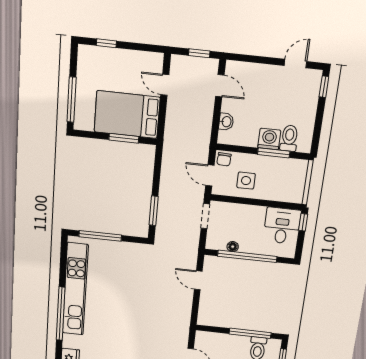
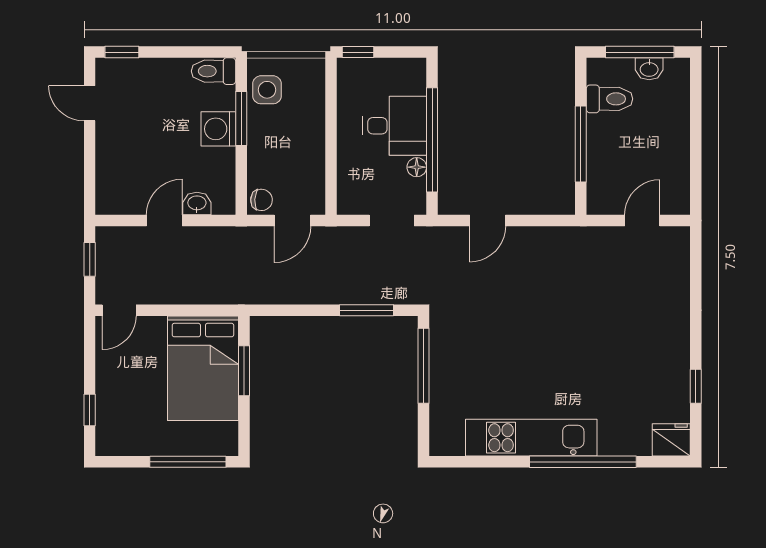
door: (165, 85) -> (119, 310), moved
door: (220, 86) -> (164, 220), moved
toilet: (289, 138) -> (213, 71), moved
side table: (246, 181) -> (267, 90), moved
doorway: (205, 216) -> (392, 220), moved
desk: (282, 226) -> (395, 126), moved, turned 180
window: (100, 236) -> (424, 366), moved
kitchen unit: (75, 289) -> (531, 438), width x0.73
window: (250, 333) -> (581, 144), moved

